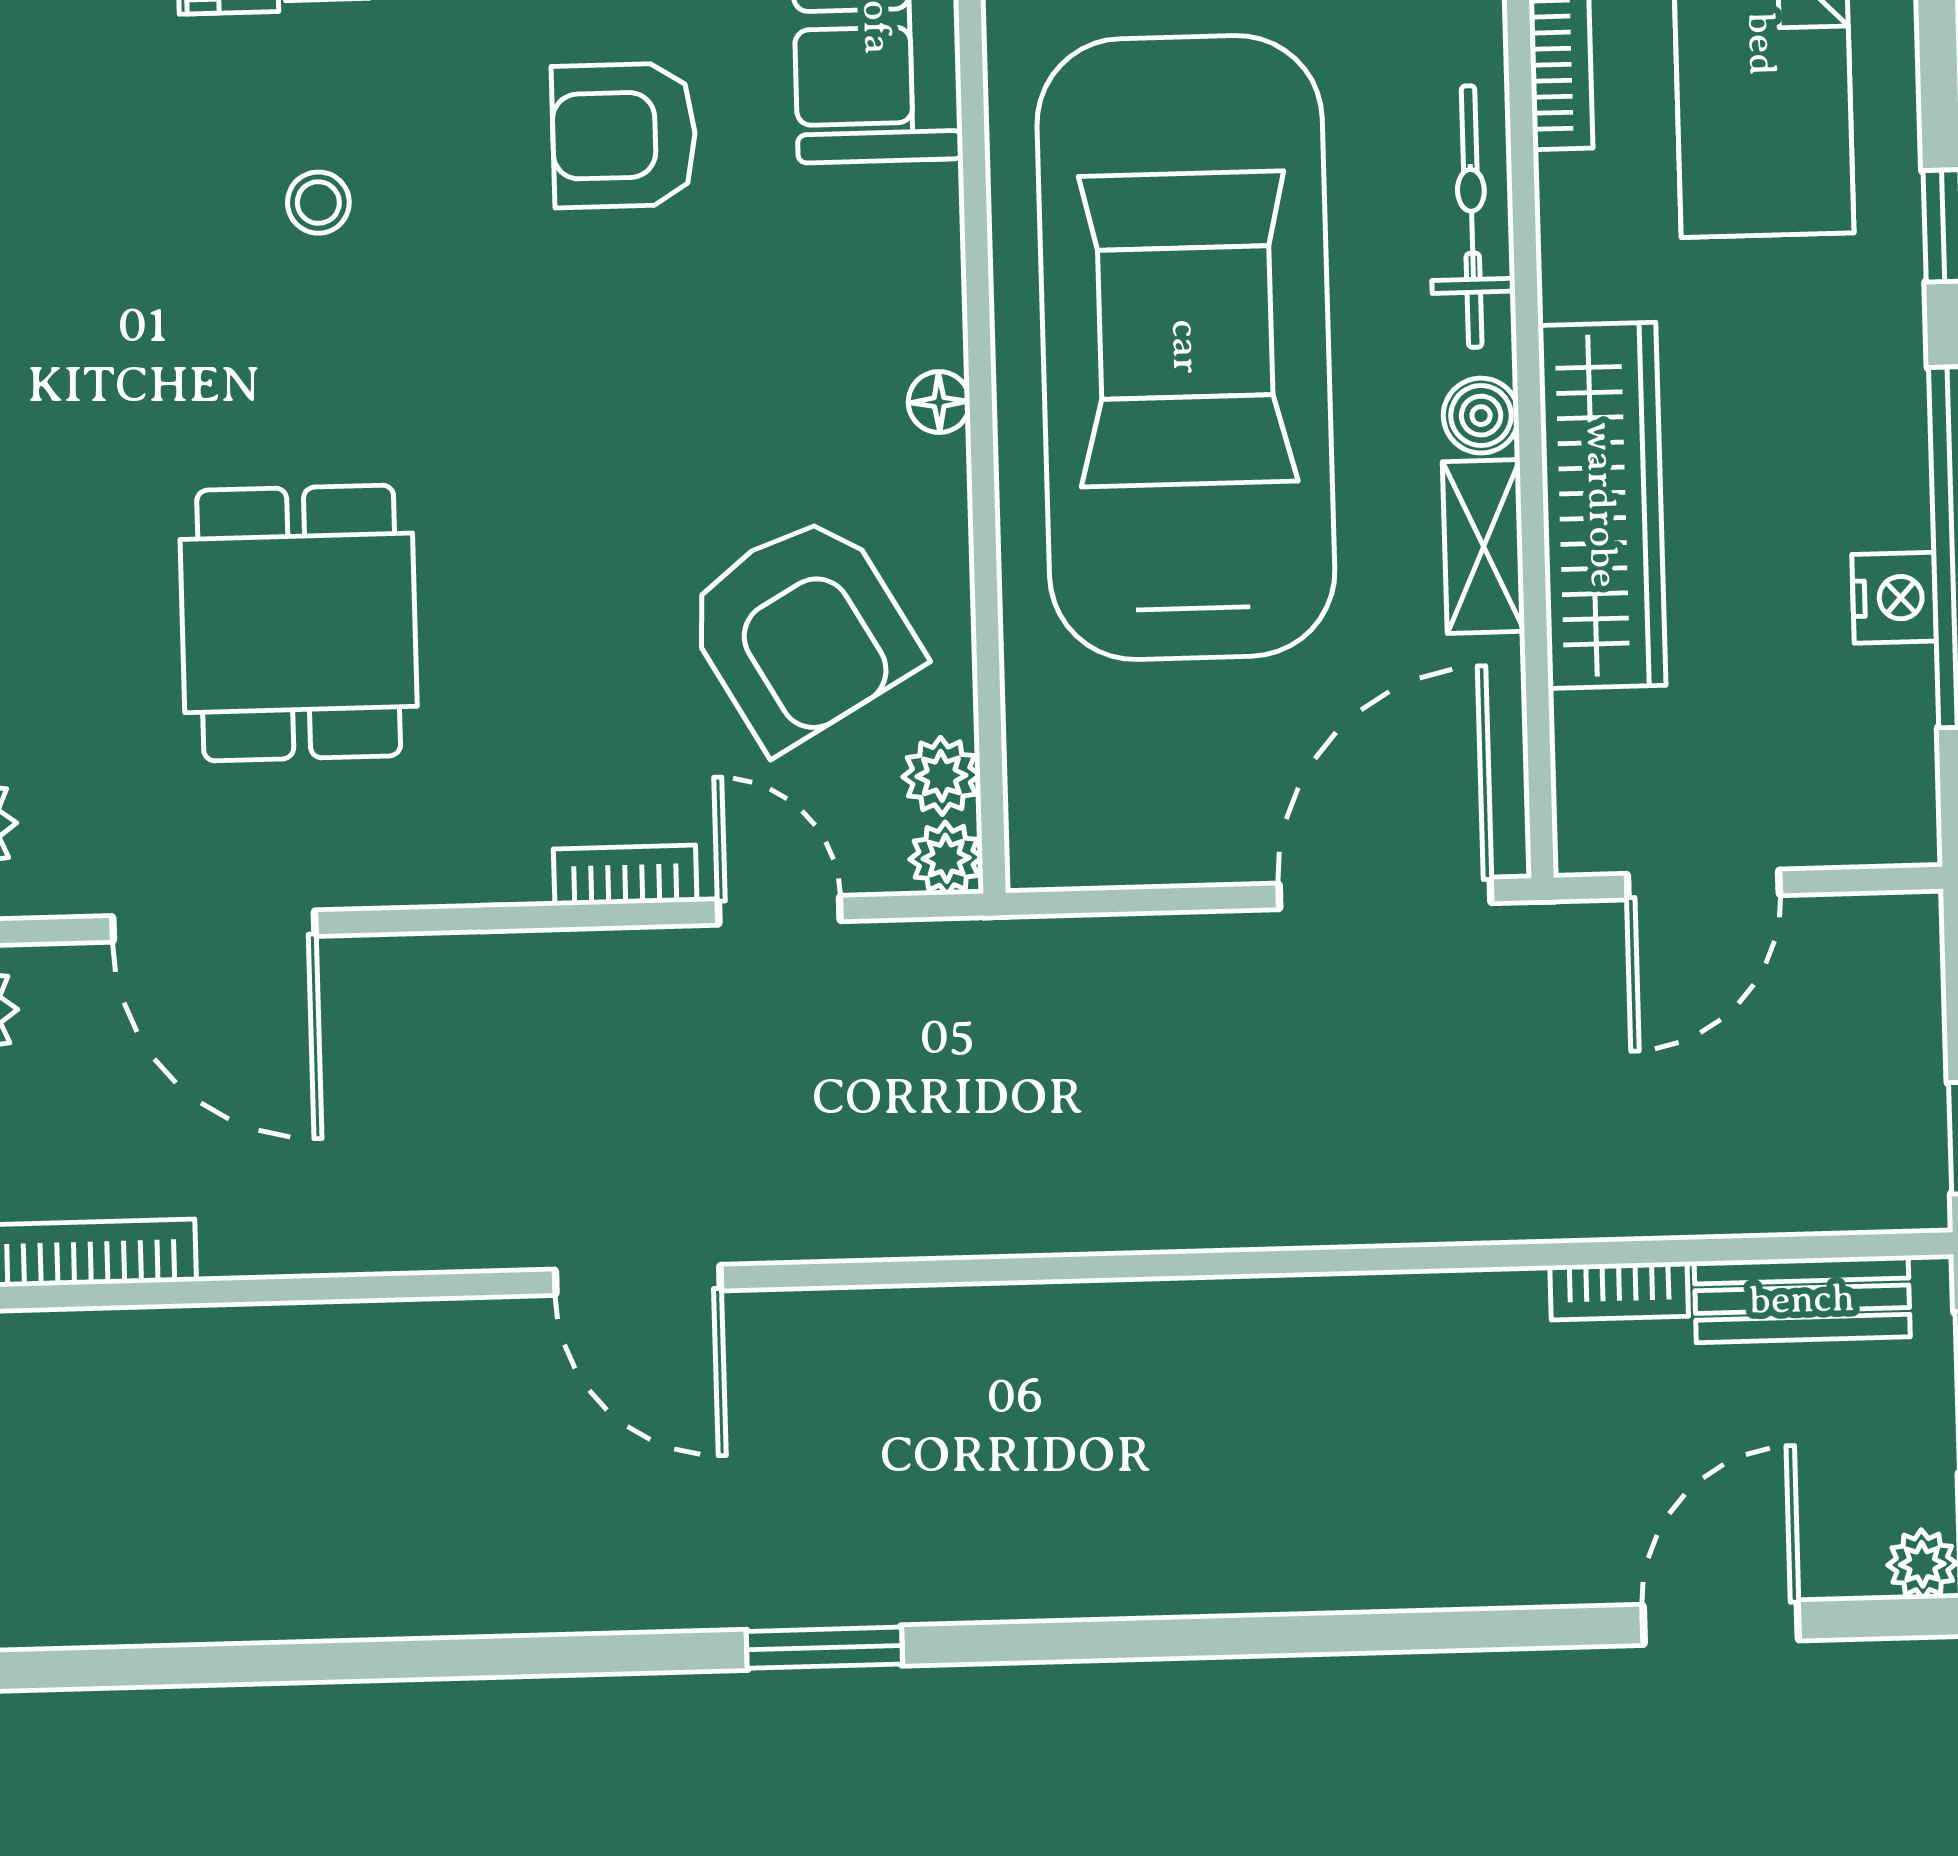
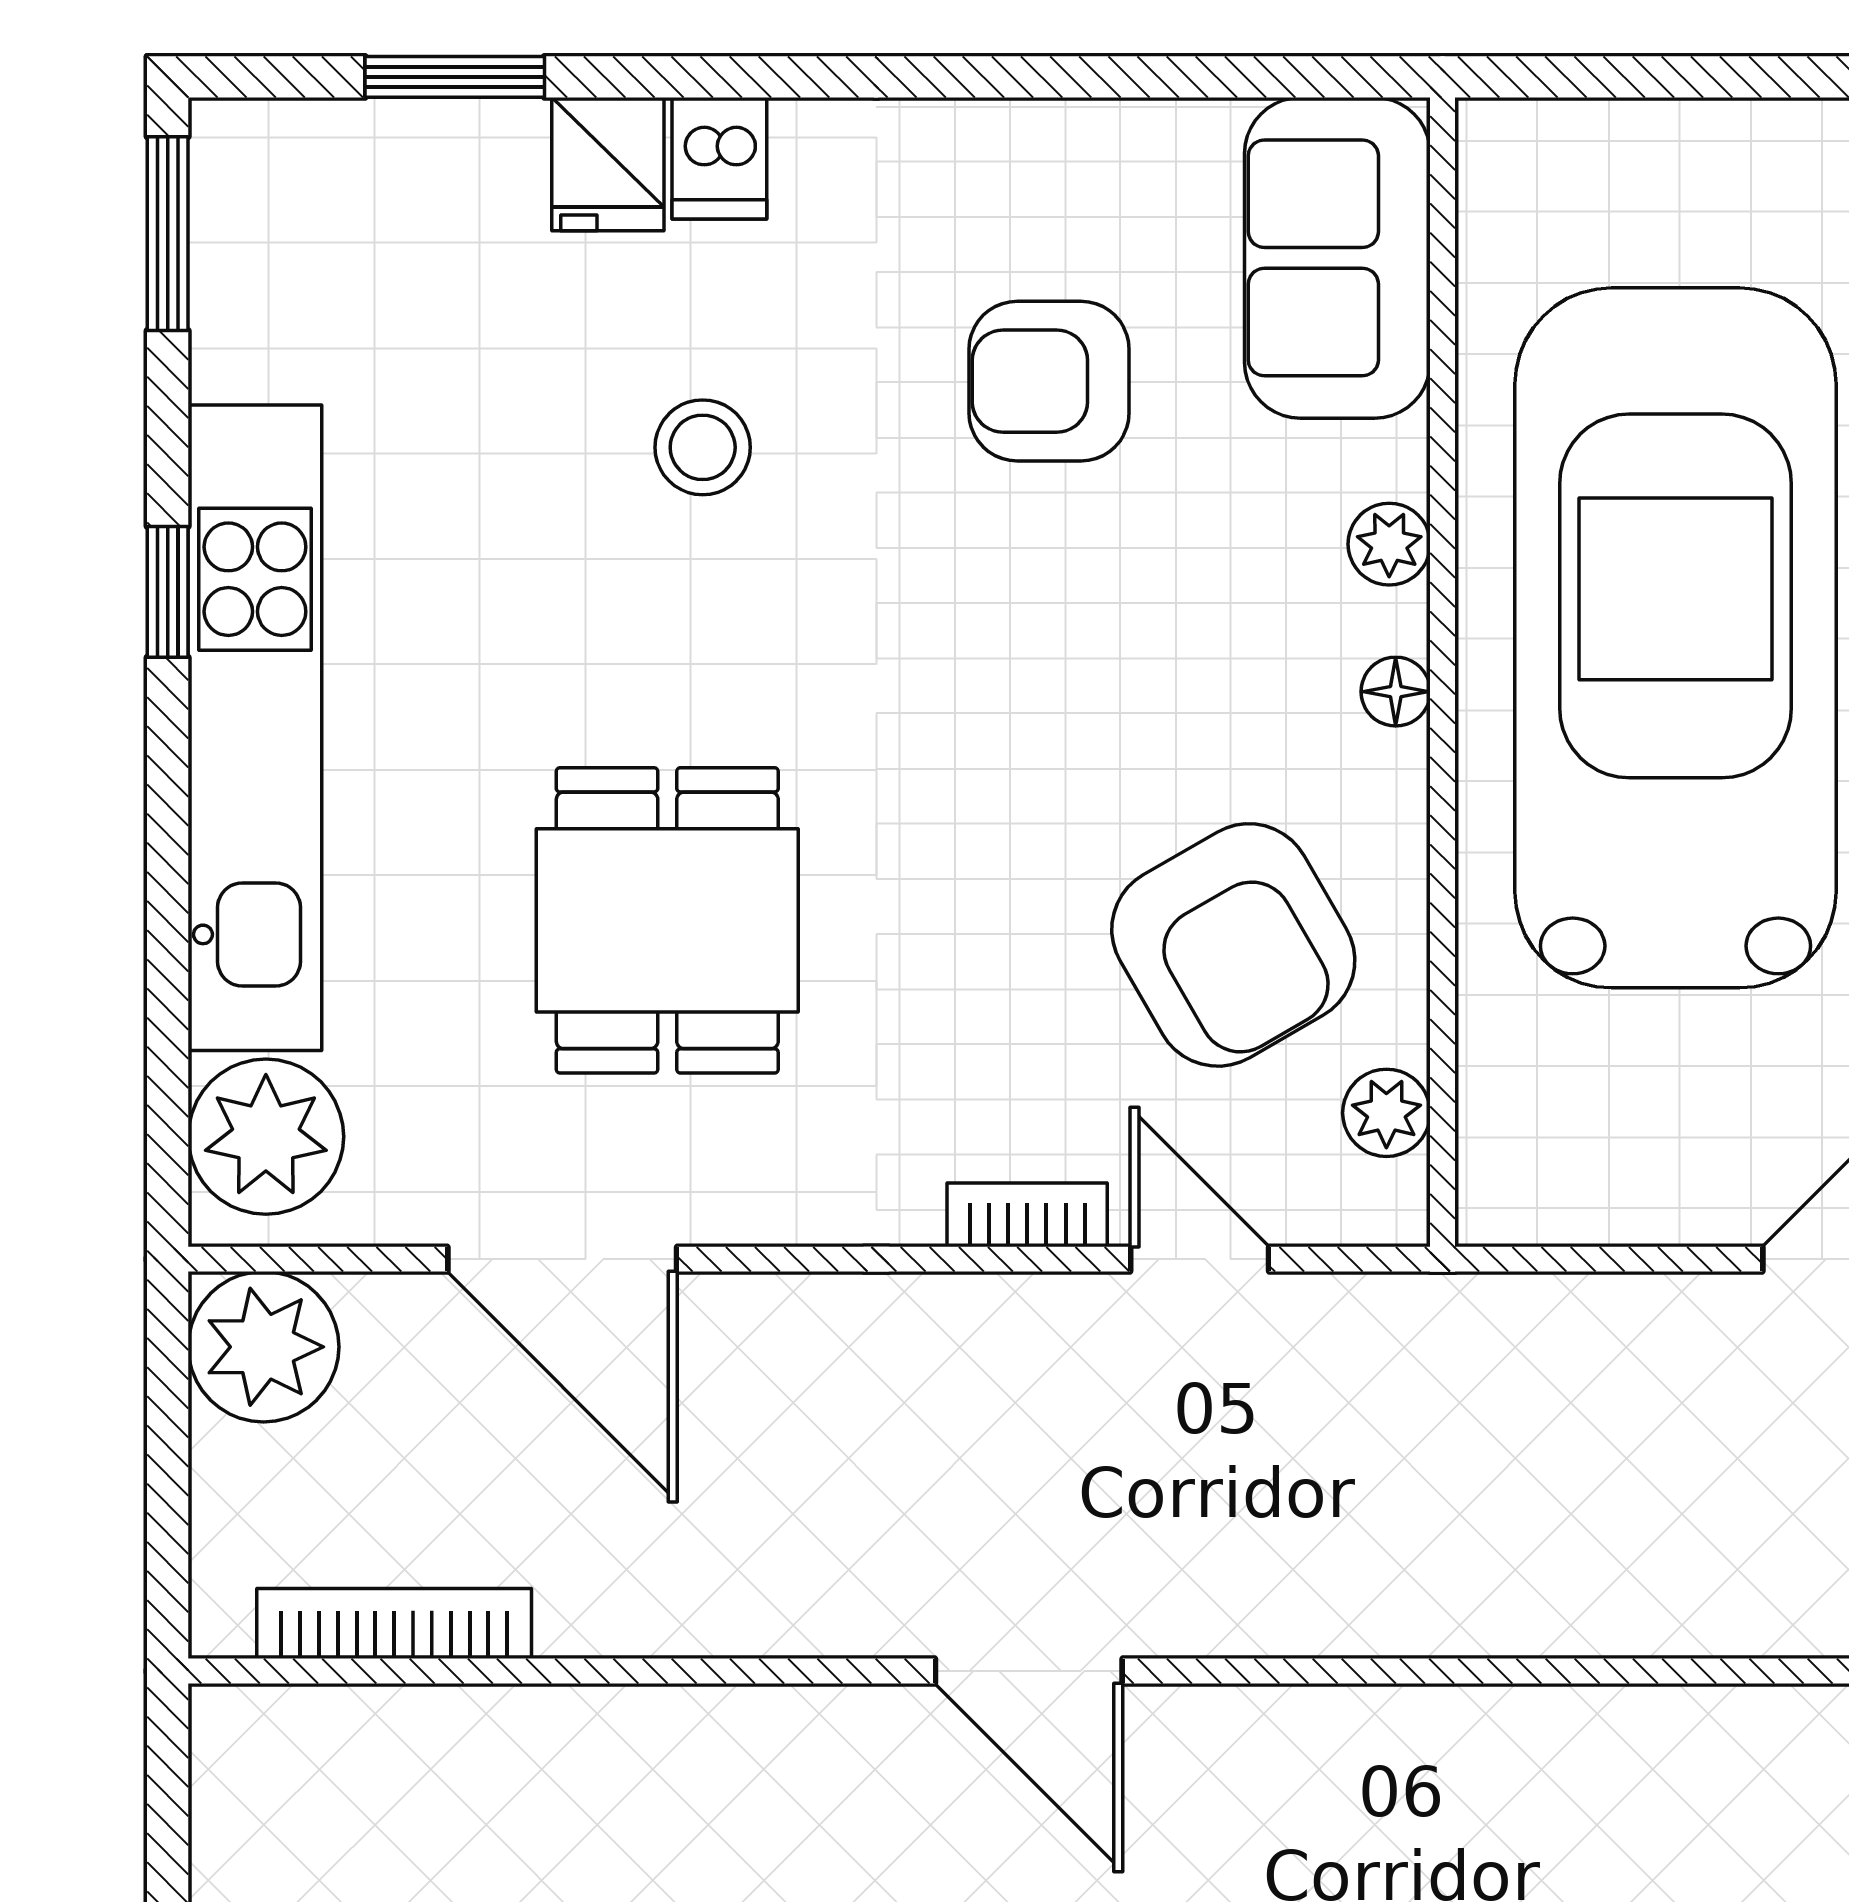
stool: (318, 203) -> (703, 447), width x1.37, depth x1.37
plant: (946, 858) -> (1389, 544), moved

